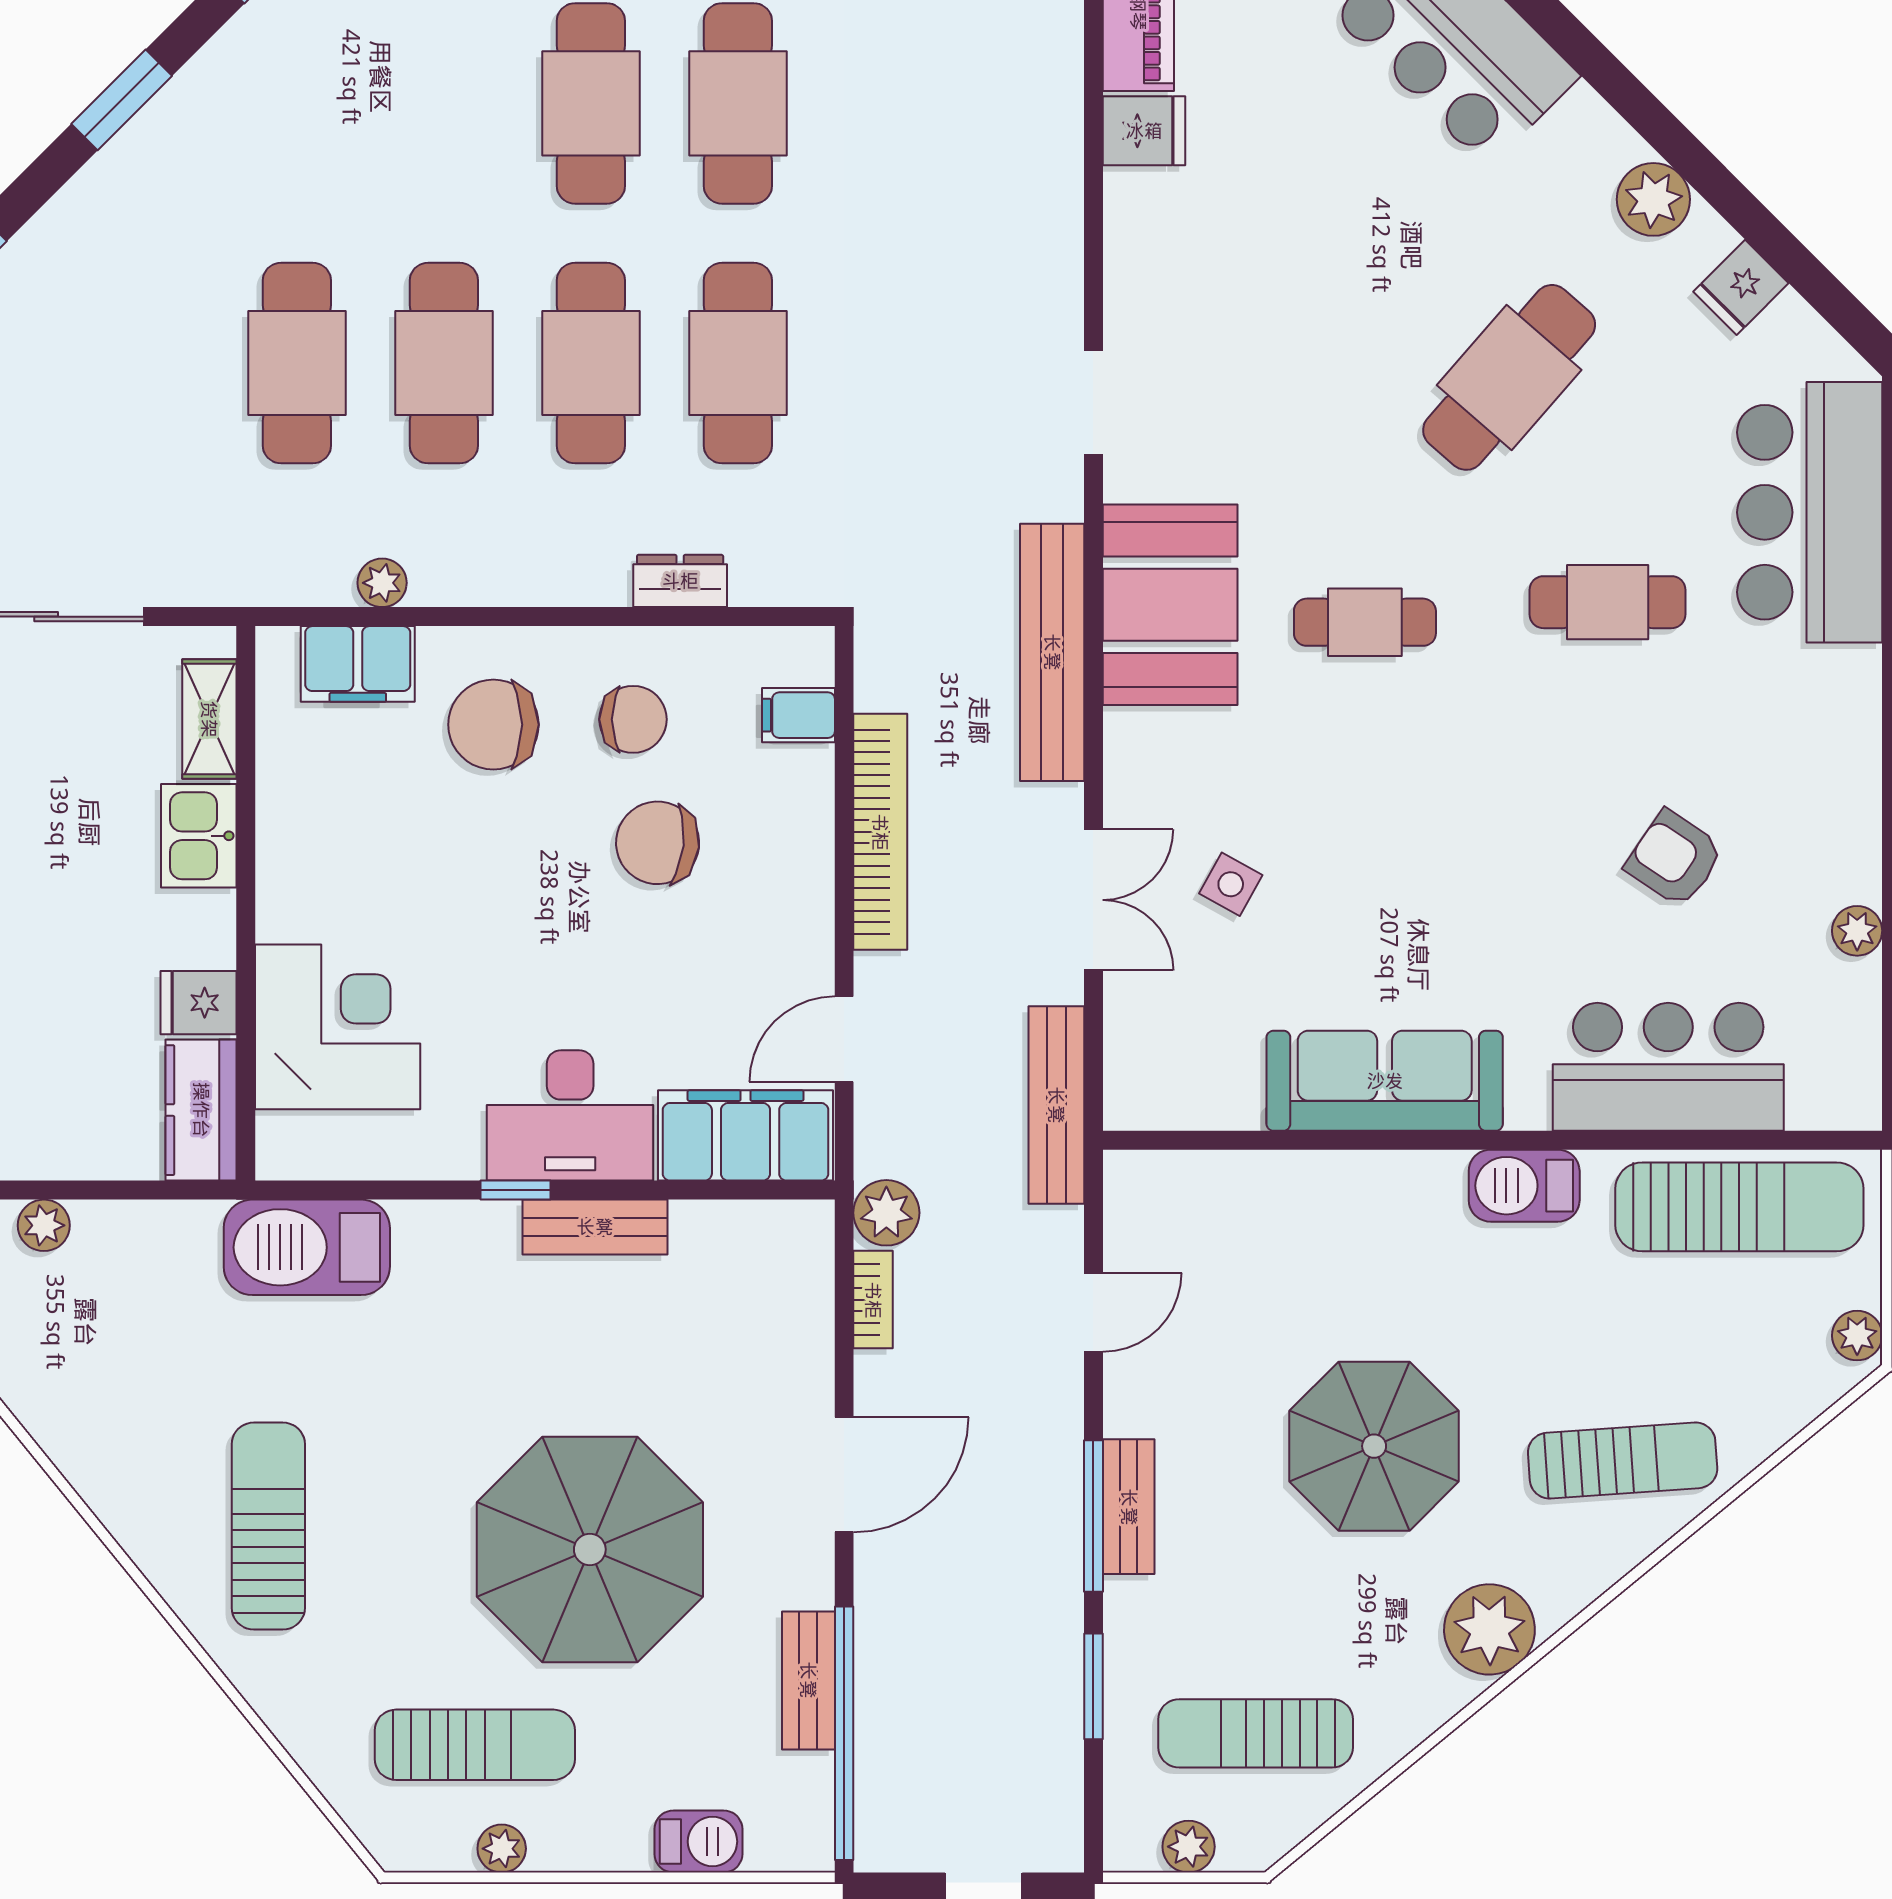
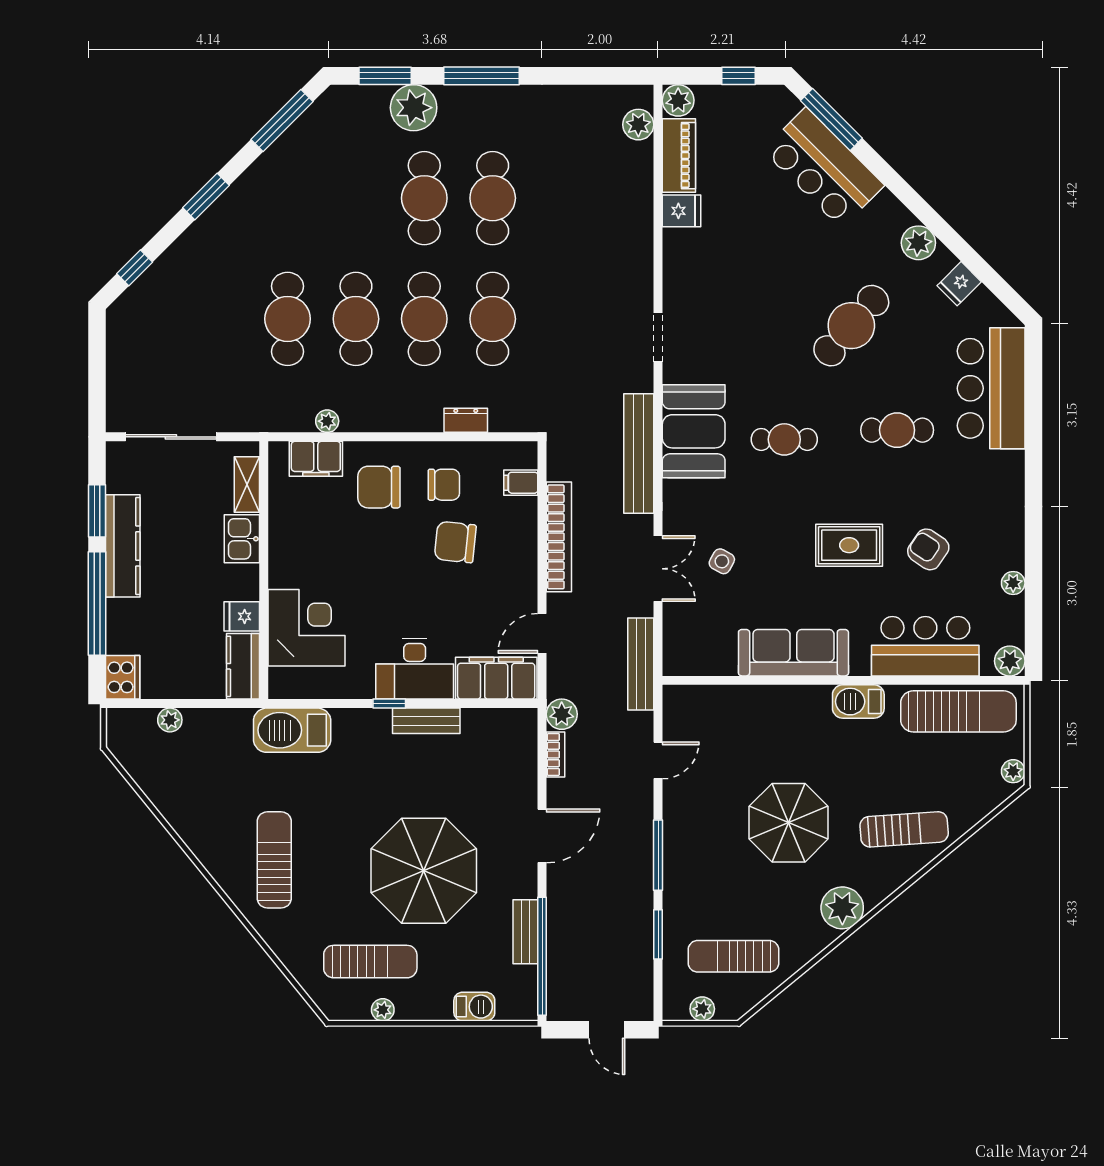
rug: (1504, 850) -> (849, 545), added
plant: (1850, 1099) -> (1010, 661), added
bench: (1129, 1507) -> (674, 851), removed

